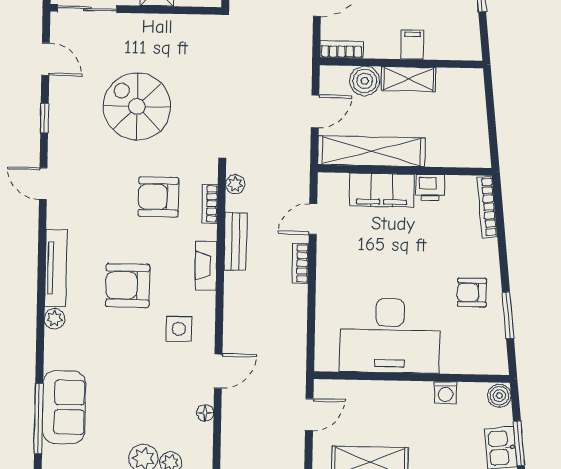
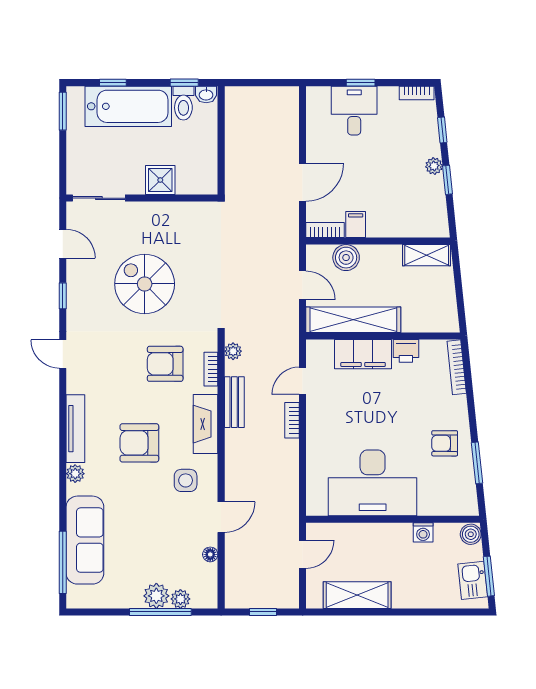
filing cabinet: (412, 45) -> (356, 225), moved
shelving: (409, 79) -> (427, 255), moved
door: (315, 111) -> (303, 285), hinge flipped
fireplace: (206, 266) -> (206, 424), width x1.37, depth x1.32
sofa: (64, 407) -> (85, 540), width x1.36

